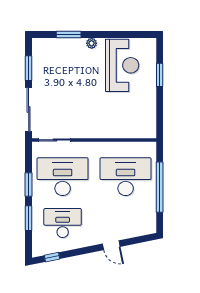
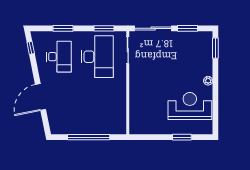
window: (69, 35) -> (215, 48), moved
reception desk: (122, 65) -> (190, 106), turned 180
desk: (126, 177) -> (97, 109), removed
window: (29, 185) -> (104, 28), moved
door: (111, 245) -> (41, 97), width x1.87

